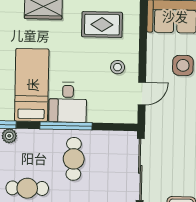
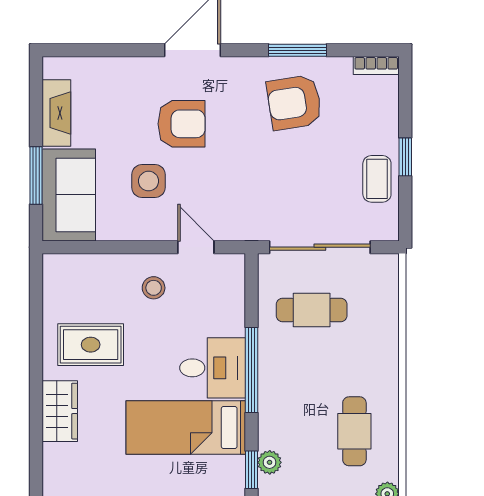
rug: (102, 25) -> (91, 345), moved, turned 90
cafe table: (74, 159) -> (312, 310), moved

